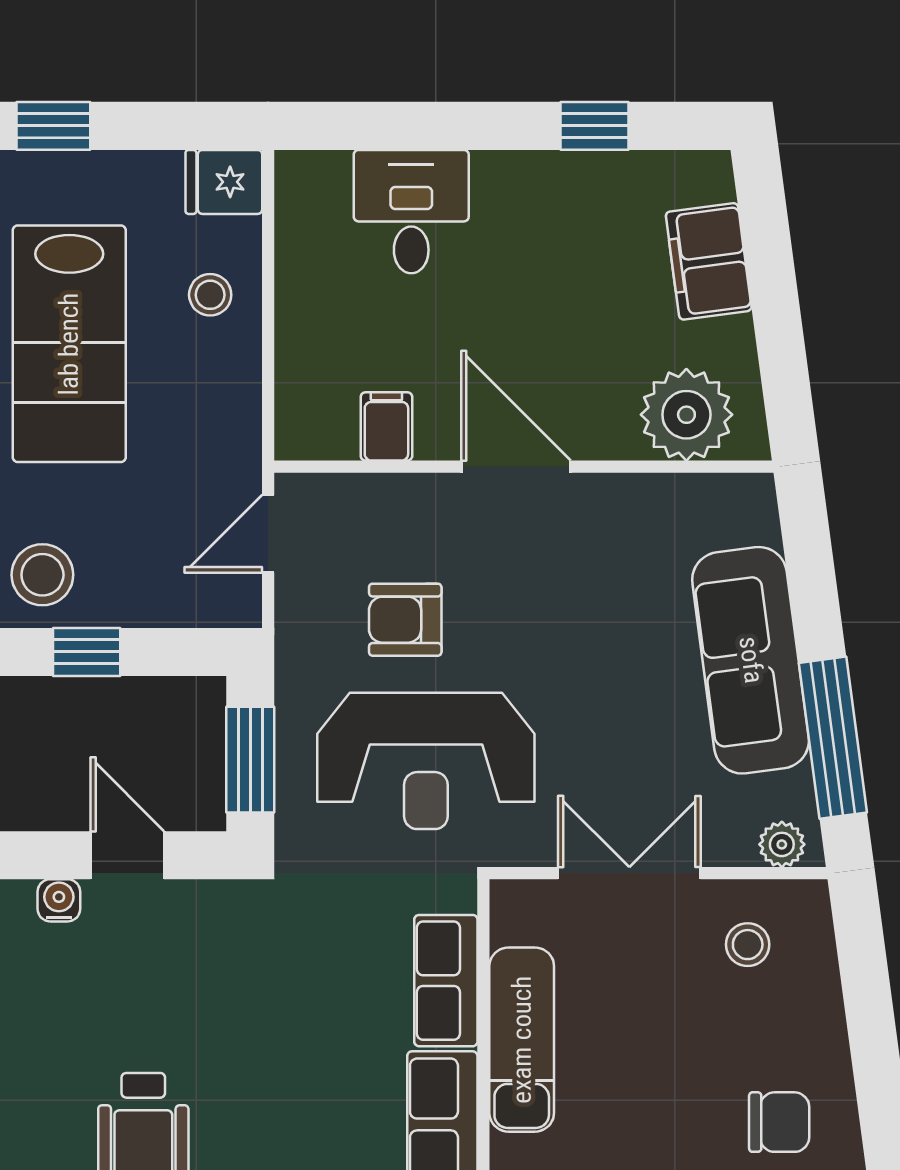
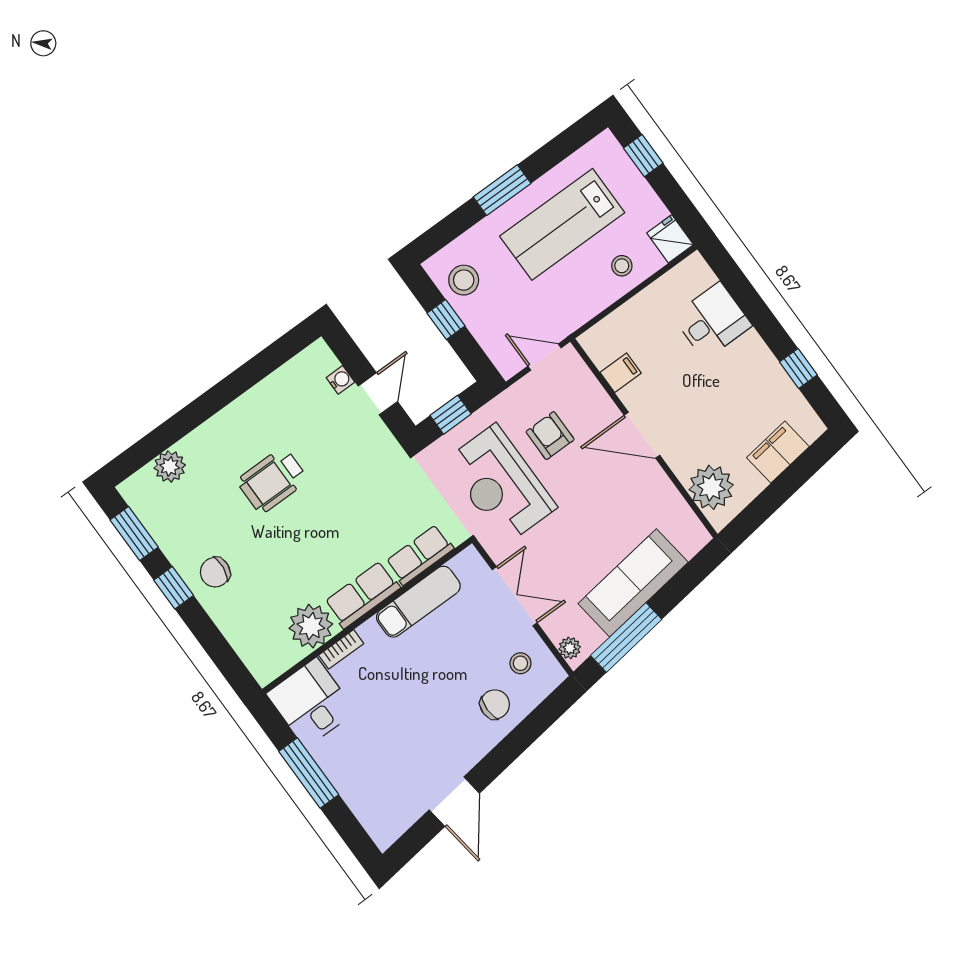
door: (516, 467) -> (642, 435), swing flipped
window: (250, 760) -> (451, 415), width x0.67
chair: (779, 1122) -> (495, 704), moved, turned -90

